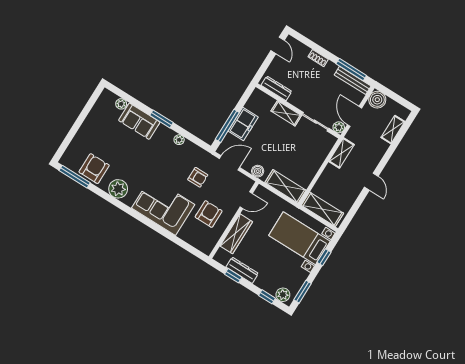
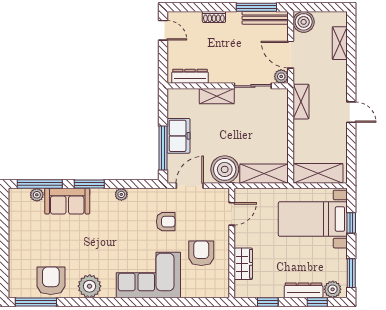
window: (128, 98) -> (40, 184), added
boiler: (258, 171) -> (225, 169), width x1.86, depth x1.86
wardrobe: (236, 234) -> (243, 264), width x0.67
dresser: (242, 270) -> (304, 290), moved

